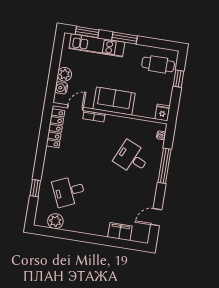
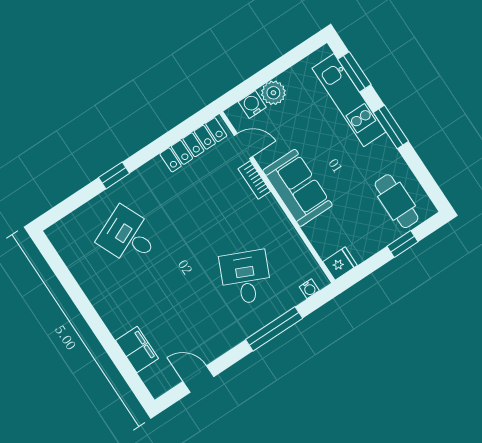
window: (35, 188) -> (114, 175), moved
plant: (55, 221) -> (74, 254), removed

